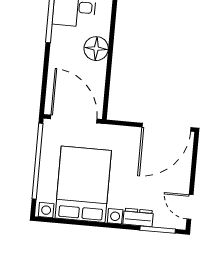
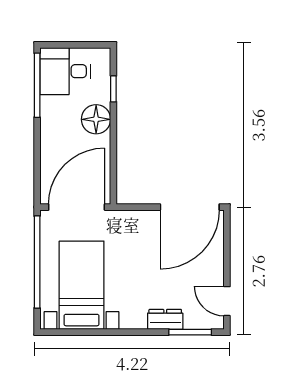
window: (113, 25) -> (113, 89), added
door: (74, 119) -> (77, 207), hinge flipped
bed with nightstands: (83, 184) -> (82, 285), width x0.73

